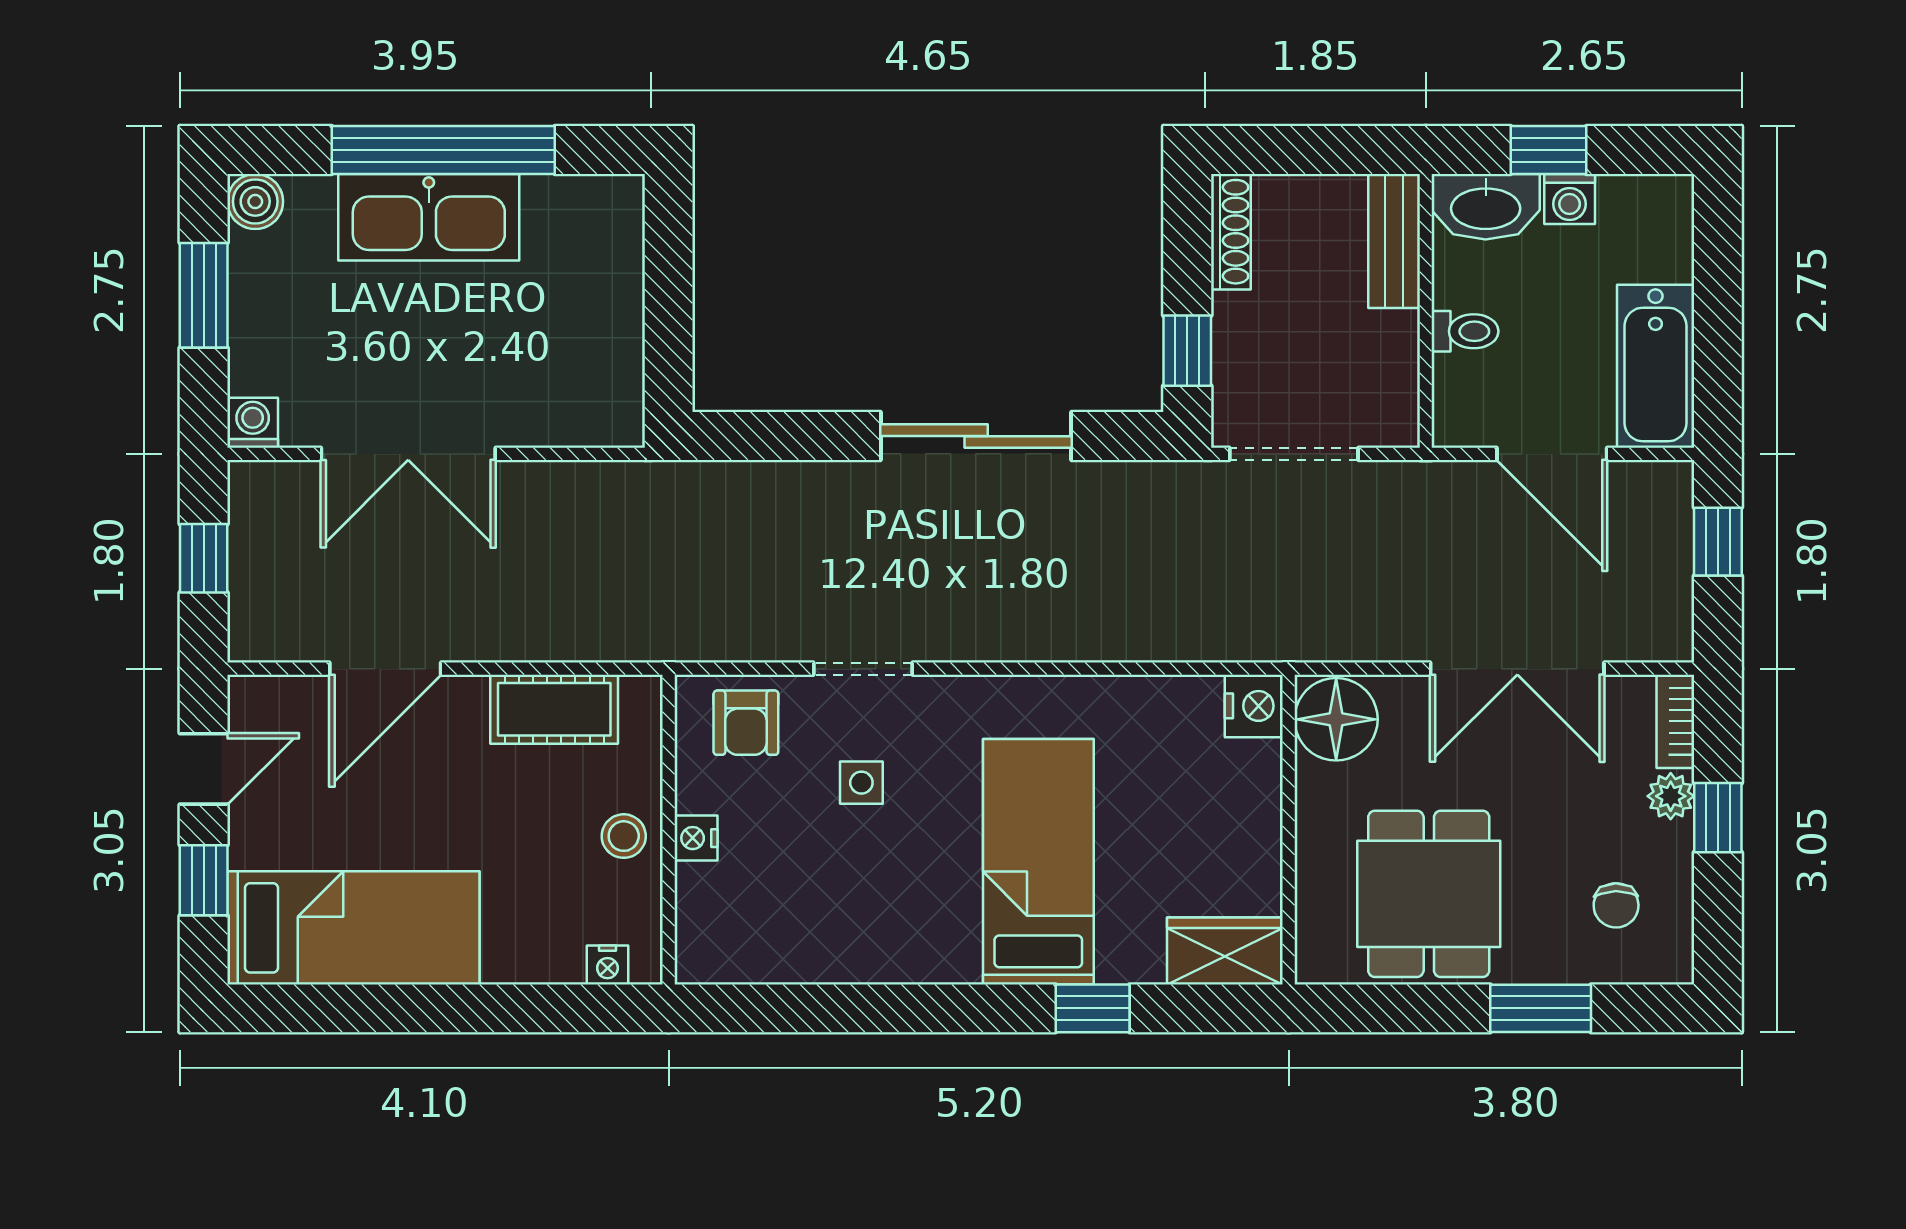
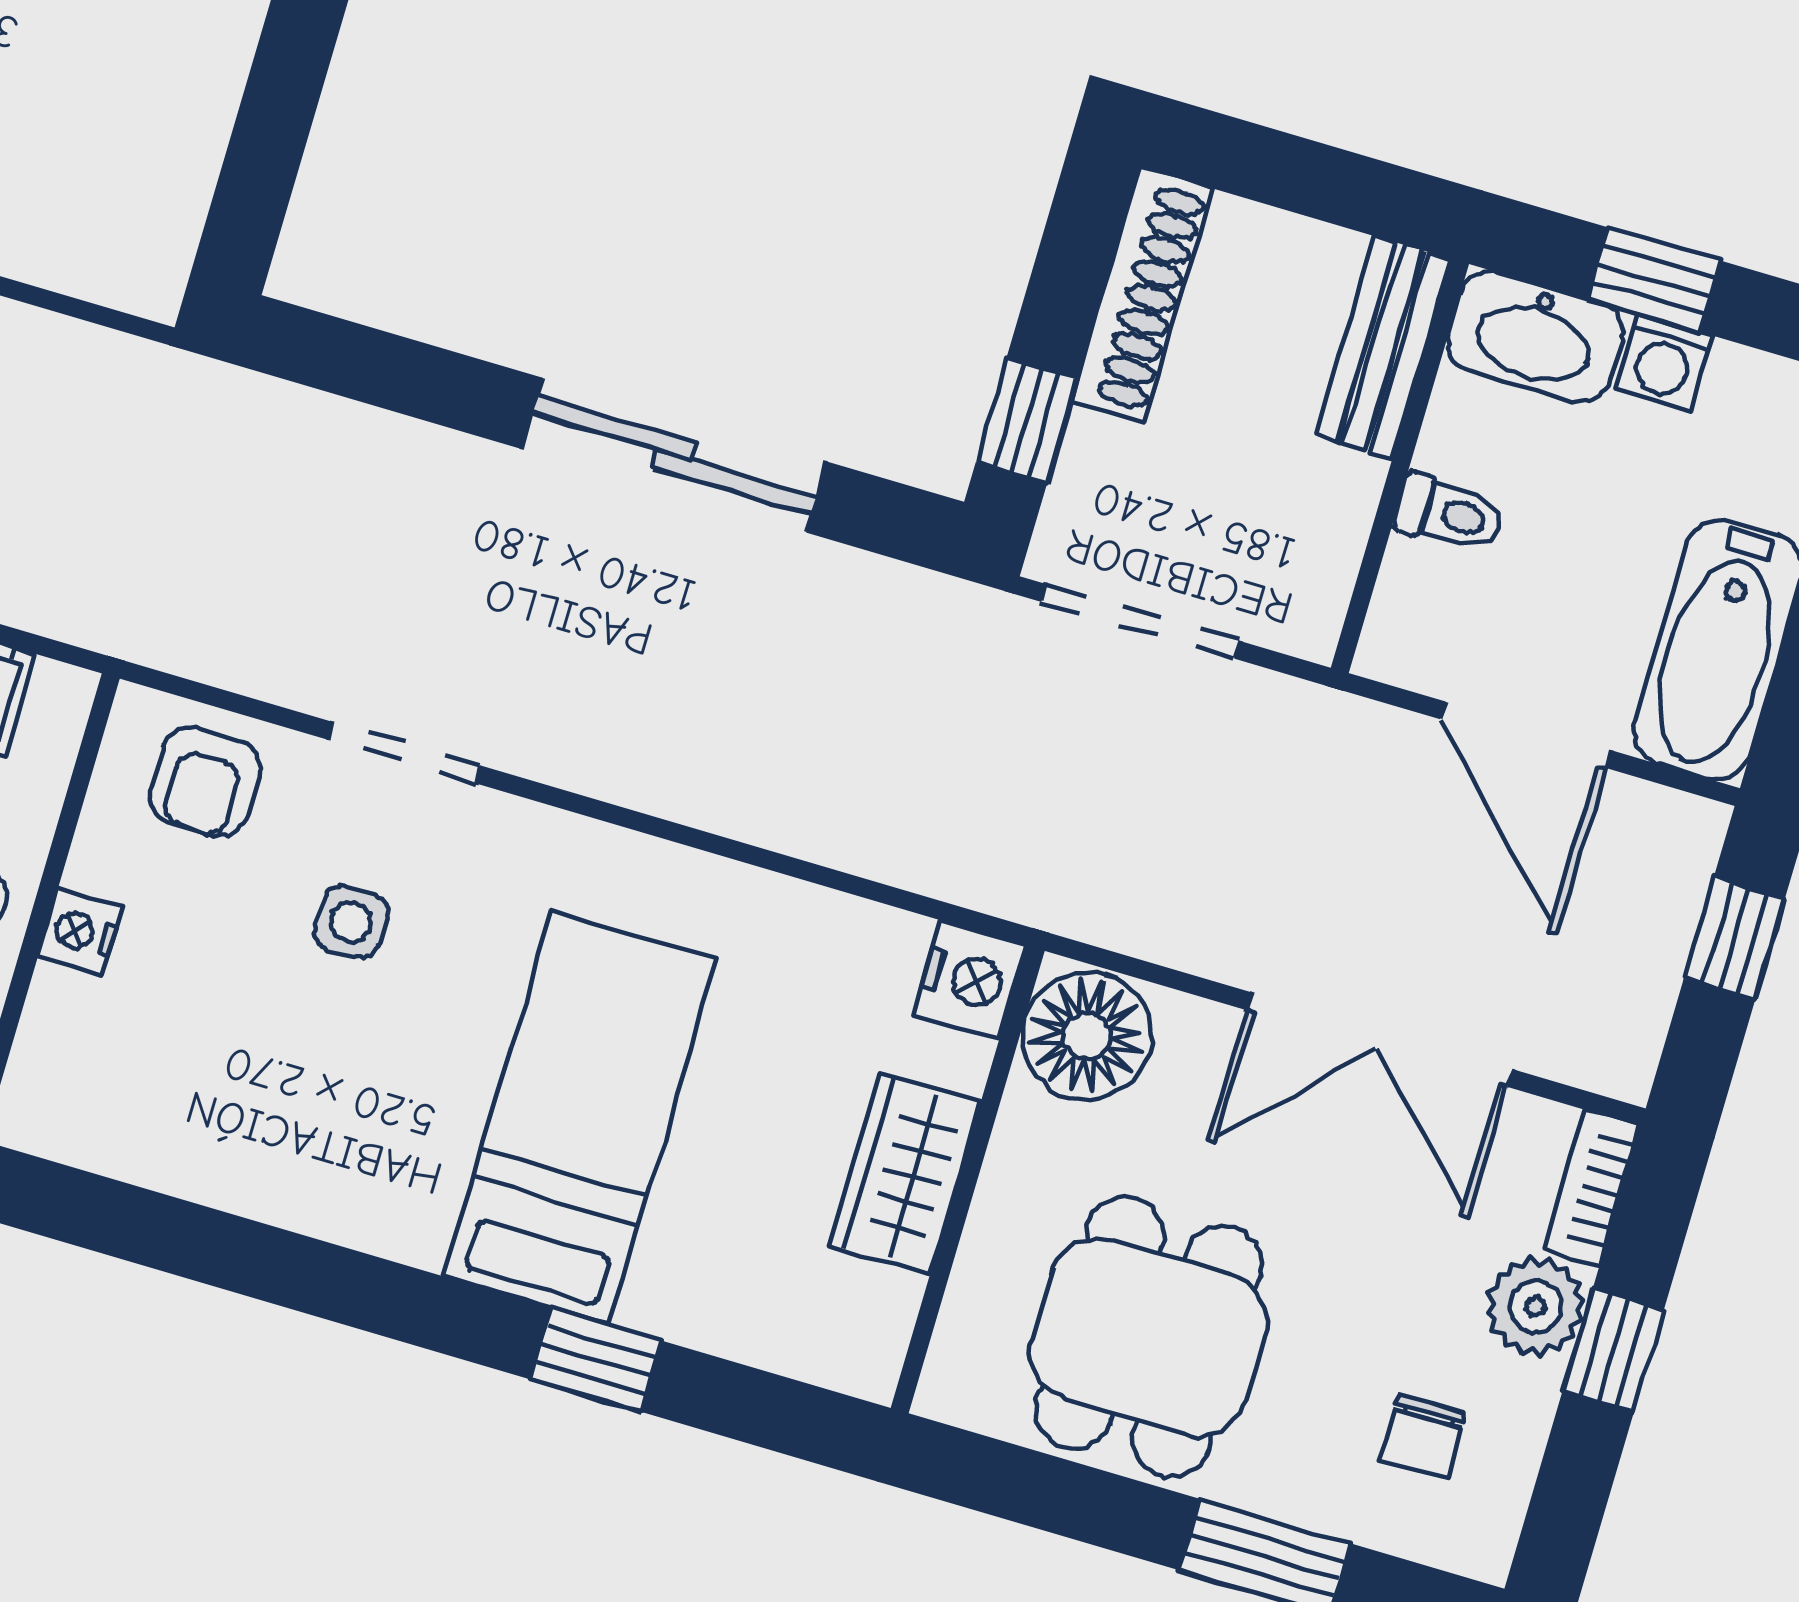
shoe rack: (1231, 232) -> (1142, 295), width x1.36, depth x1.24
plant: (1671, 796) -> (1535, 1307), width x1.38, depth x1.38
wardrobe: (1225, 951) -> (905, 1174), moved, turned -90

